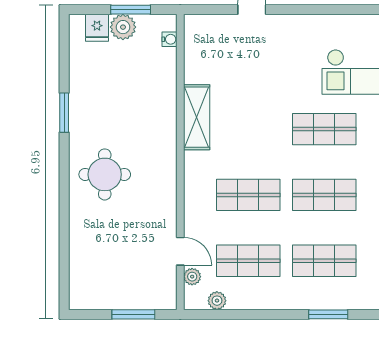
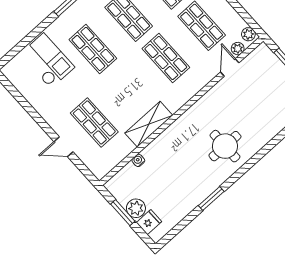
water cooler: (169, 39) -> (138, 160), moved
shop shelf: (248, 63) -> (94, 122), added
plant: (217, 301) -> (248, 34), moved

